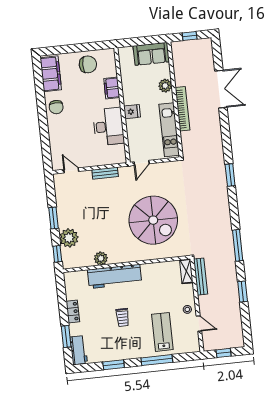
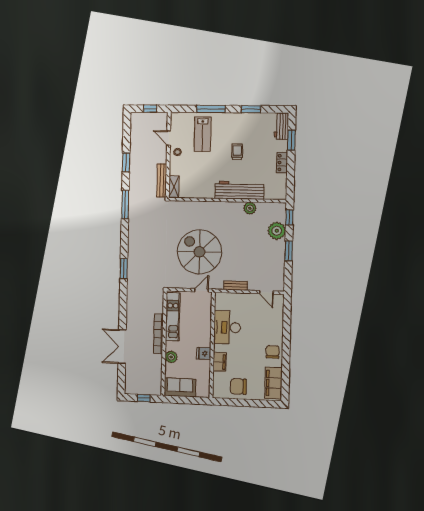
fridge: (132, 112) -> (204, 353), moved
spiral stairs: (153, 220) -> (199, 252), moved

